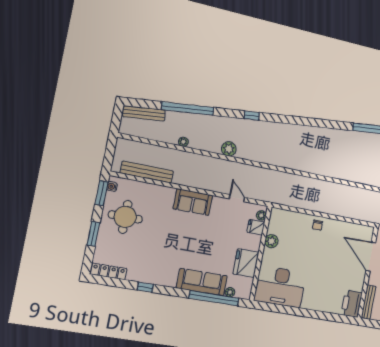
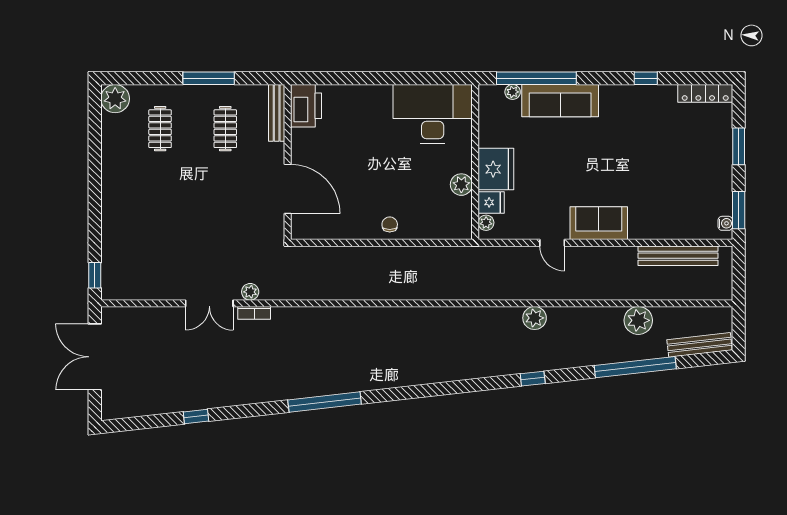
plant: (183, 142) -> (638, 320), width x1.88, depth x1.88
plant: (229, 149) -> (535, 318), moved
door: (237, 198) -> (552, 243), moved
round table: (125, 217) -> (697, 181), removed
fridge: (246, 263) -> (496, 169), moved

